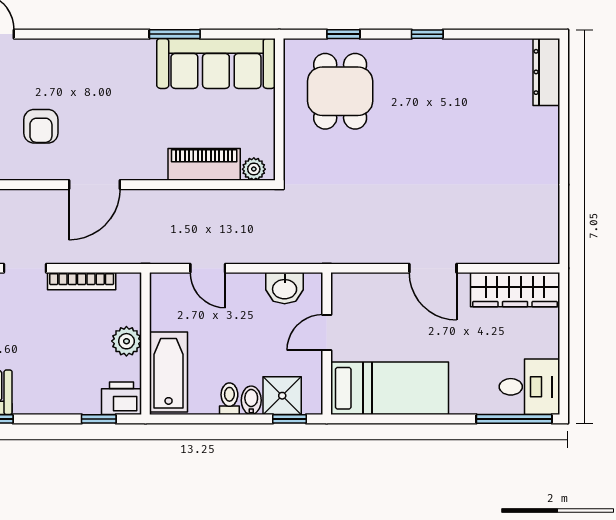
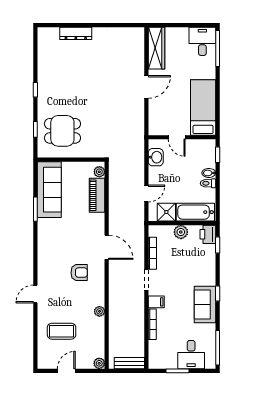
dresser: (546, 72) -> (76, 33), moved
shower: (282, 396) -> (166, 212), moved

